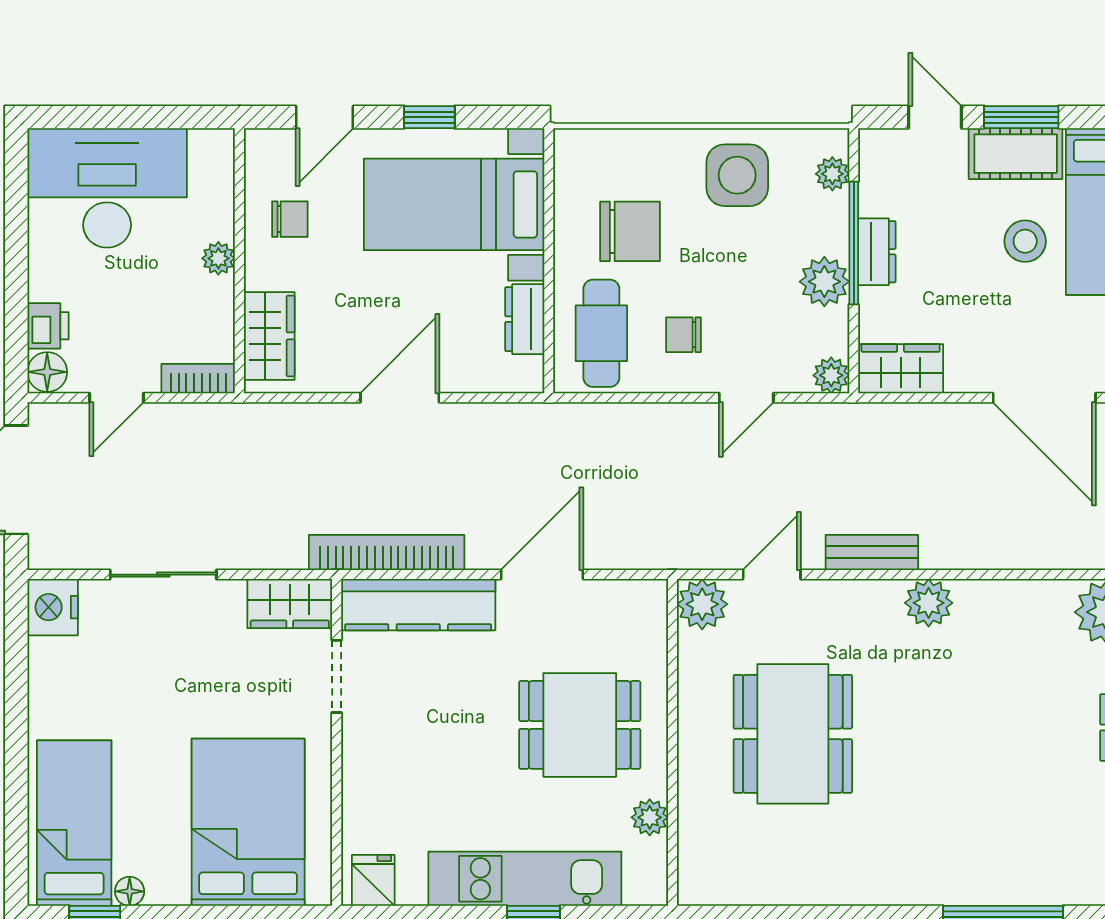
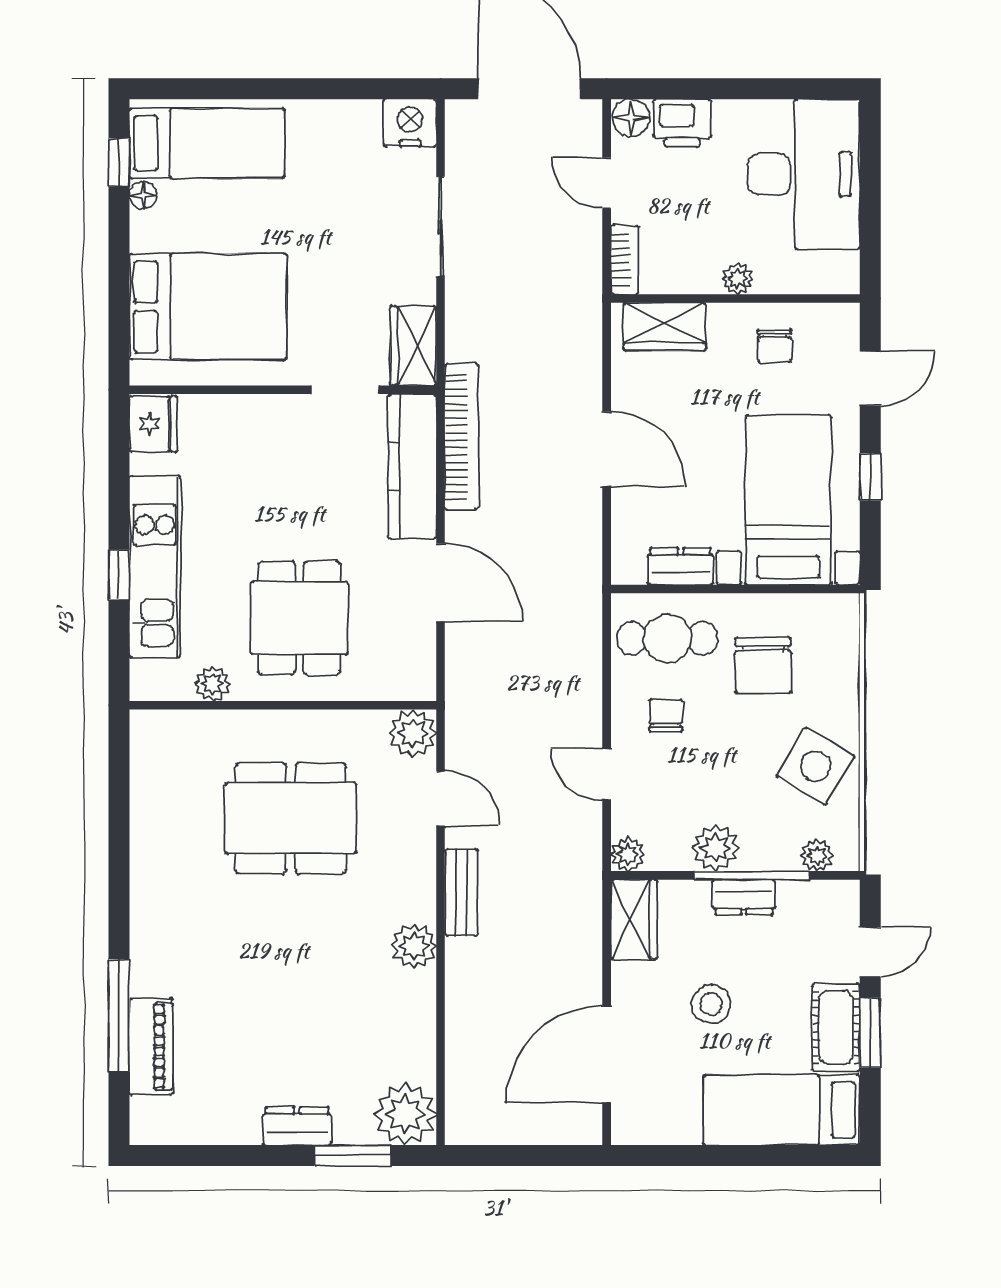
door: (325, 117) -> (870, 378), swing flipped
side table: (737, 175) -> (816, 766), turned 31
stool: (1025, 241) -> (711, 1004), moved
printer: (48, 326) -> (682, 123), width x1.36, depth x1.24
fridge: (373, 880) -> (153, 424), width x1.38
piano: (1036, 883) -> (151, 1046), added

